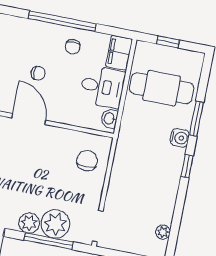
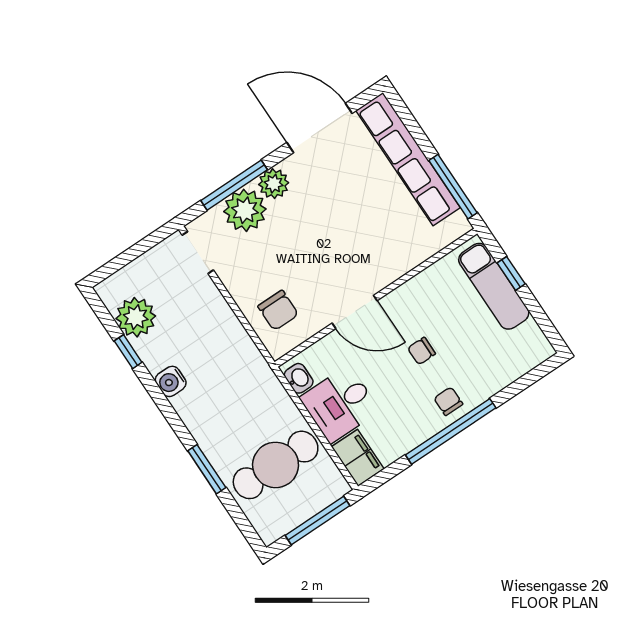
window: (168, 42) -> (317, 521), width x2.17
chair: (73, 47) -> (448, 401), moved
door: (29, 119) -> (355, 312), moved
water cooler: (180, 138) -> (171, 381), moved
window: (187, 166) -> (128, 352), moved
plant: (163, 232) -> (136, 317), width x1.88, depth x1.88

